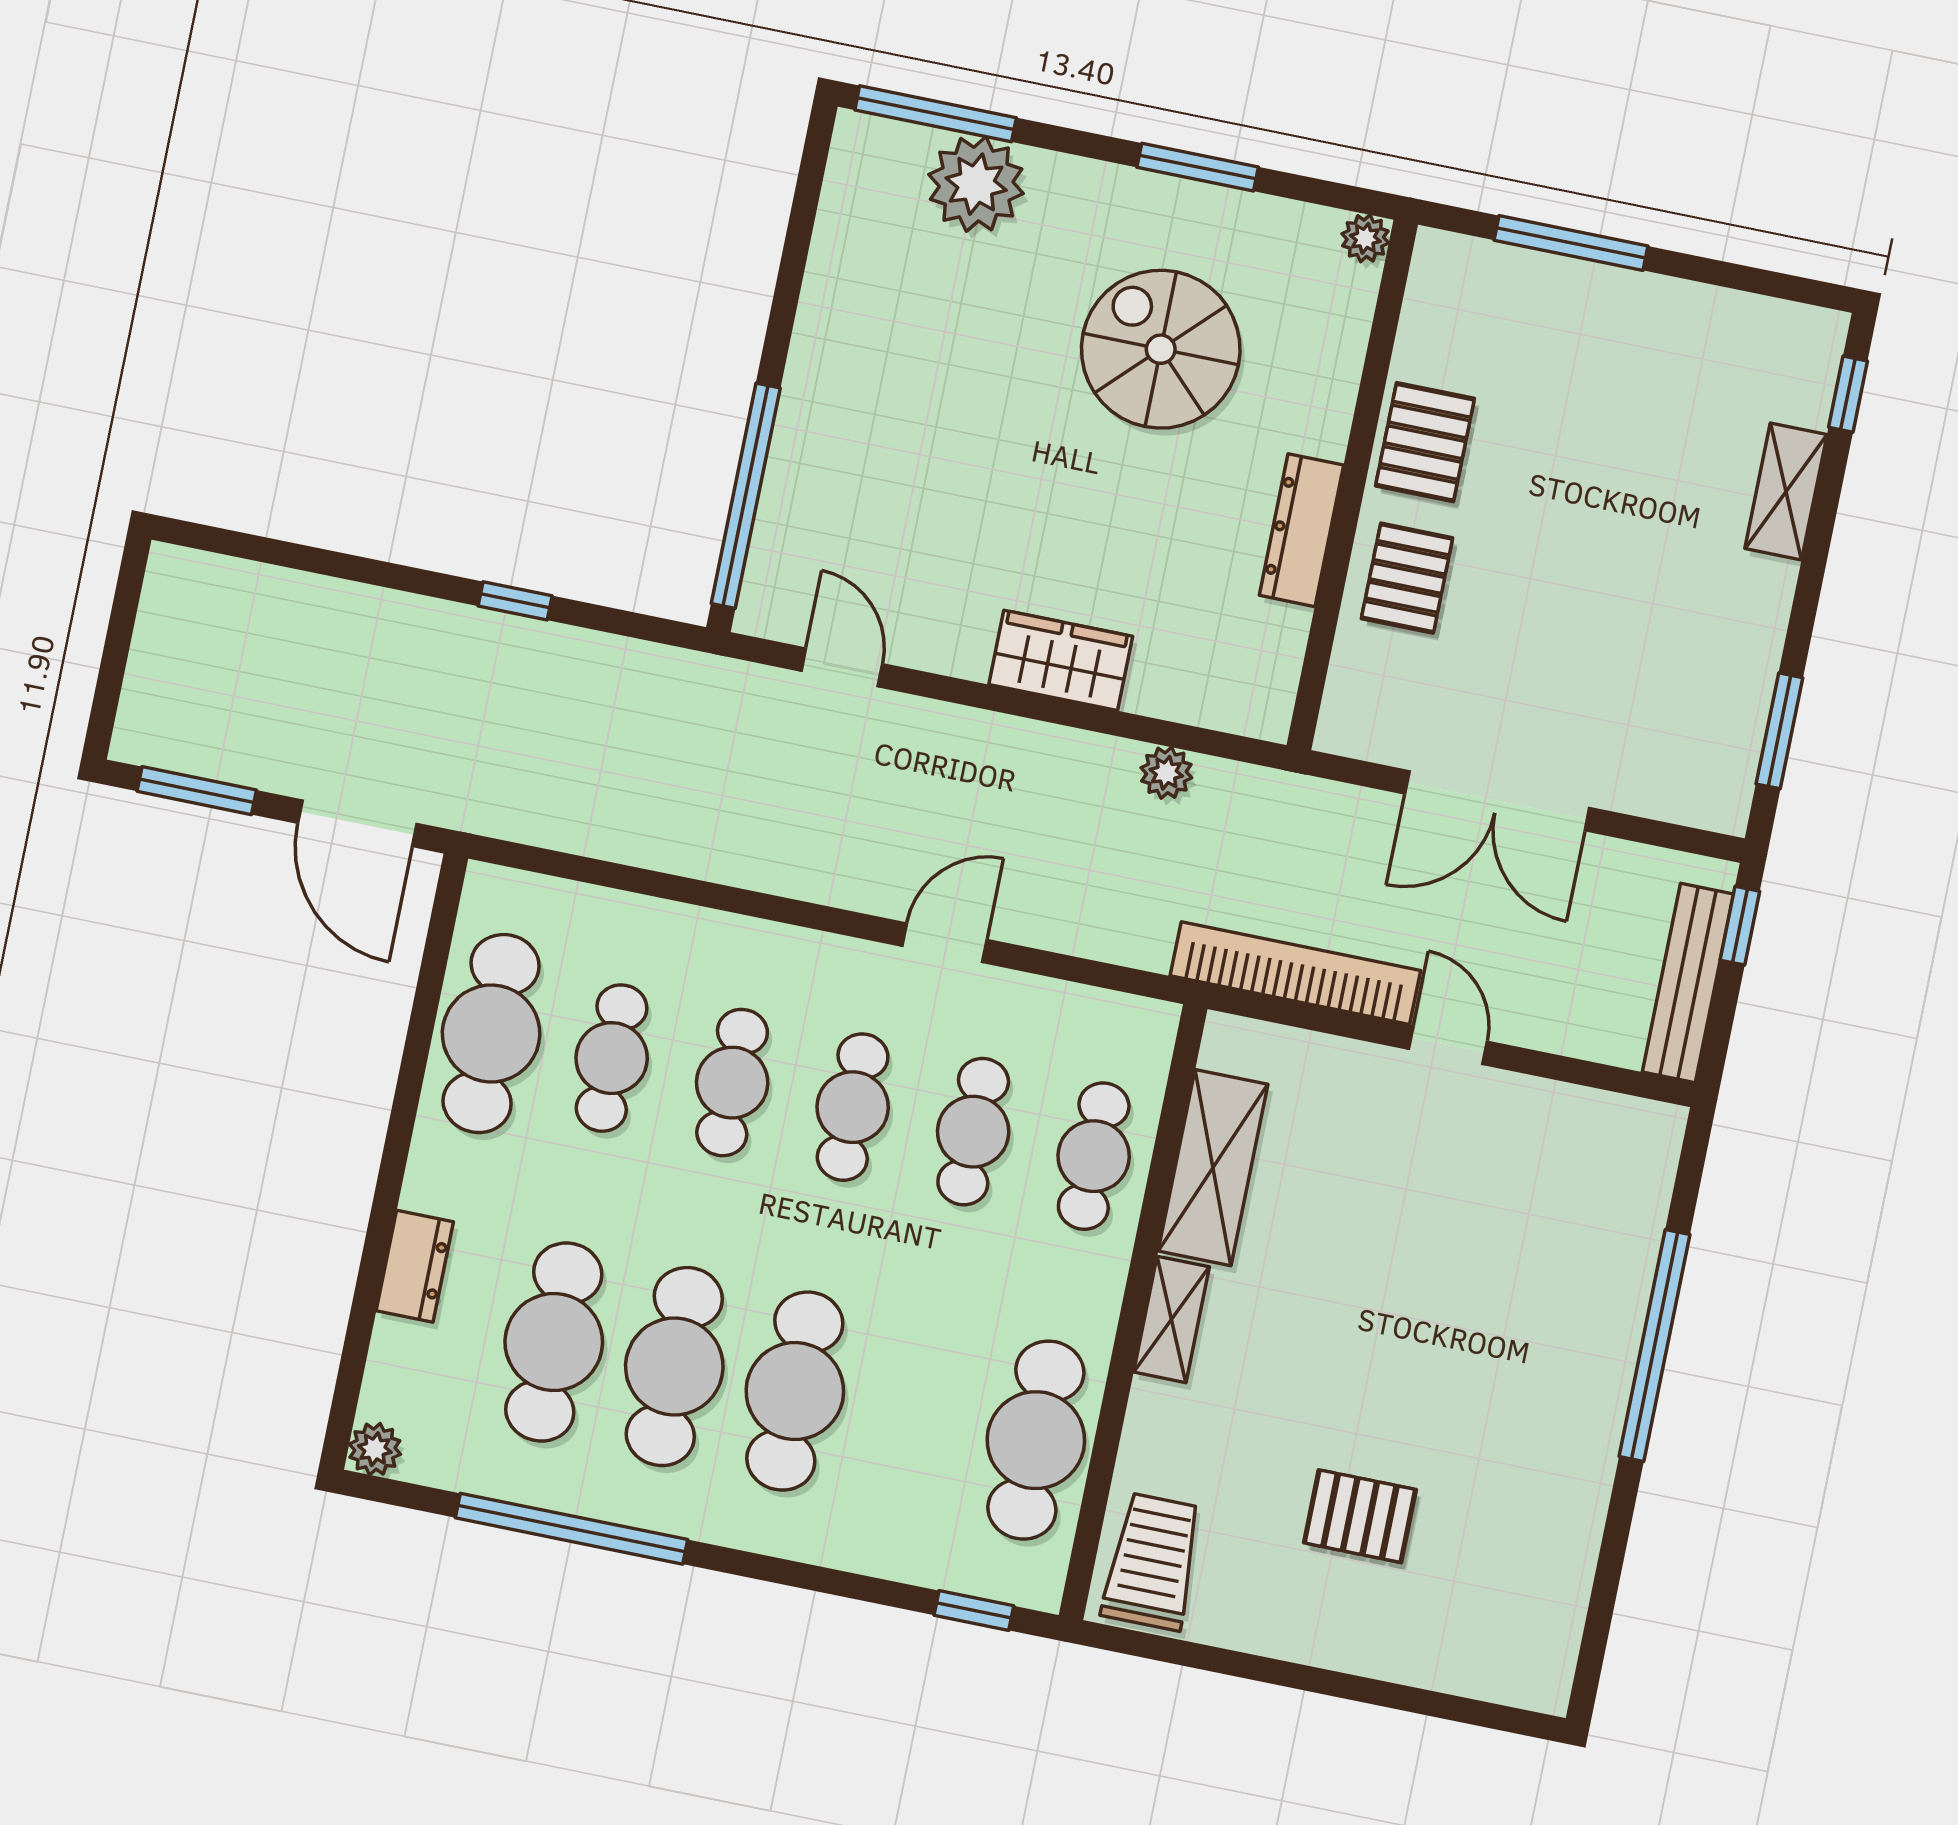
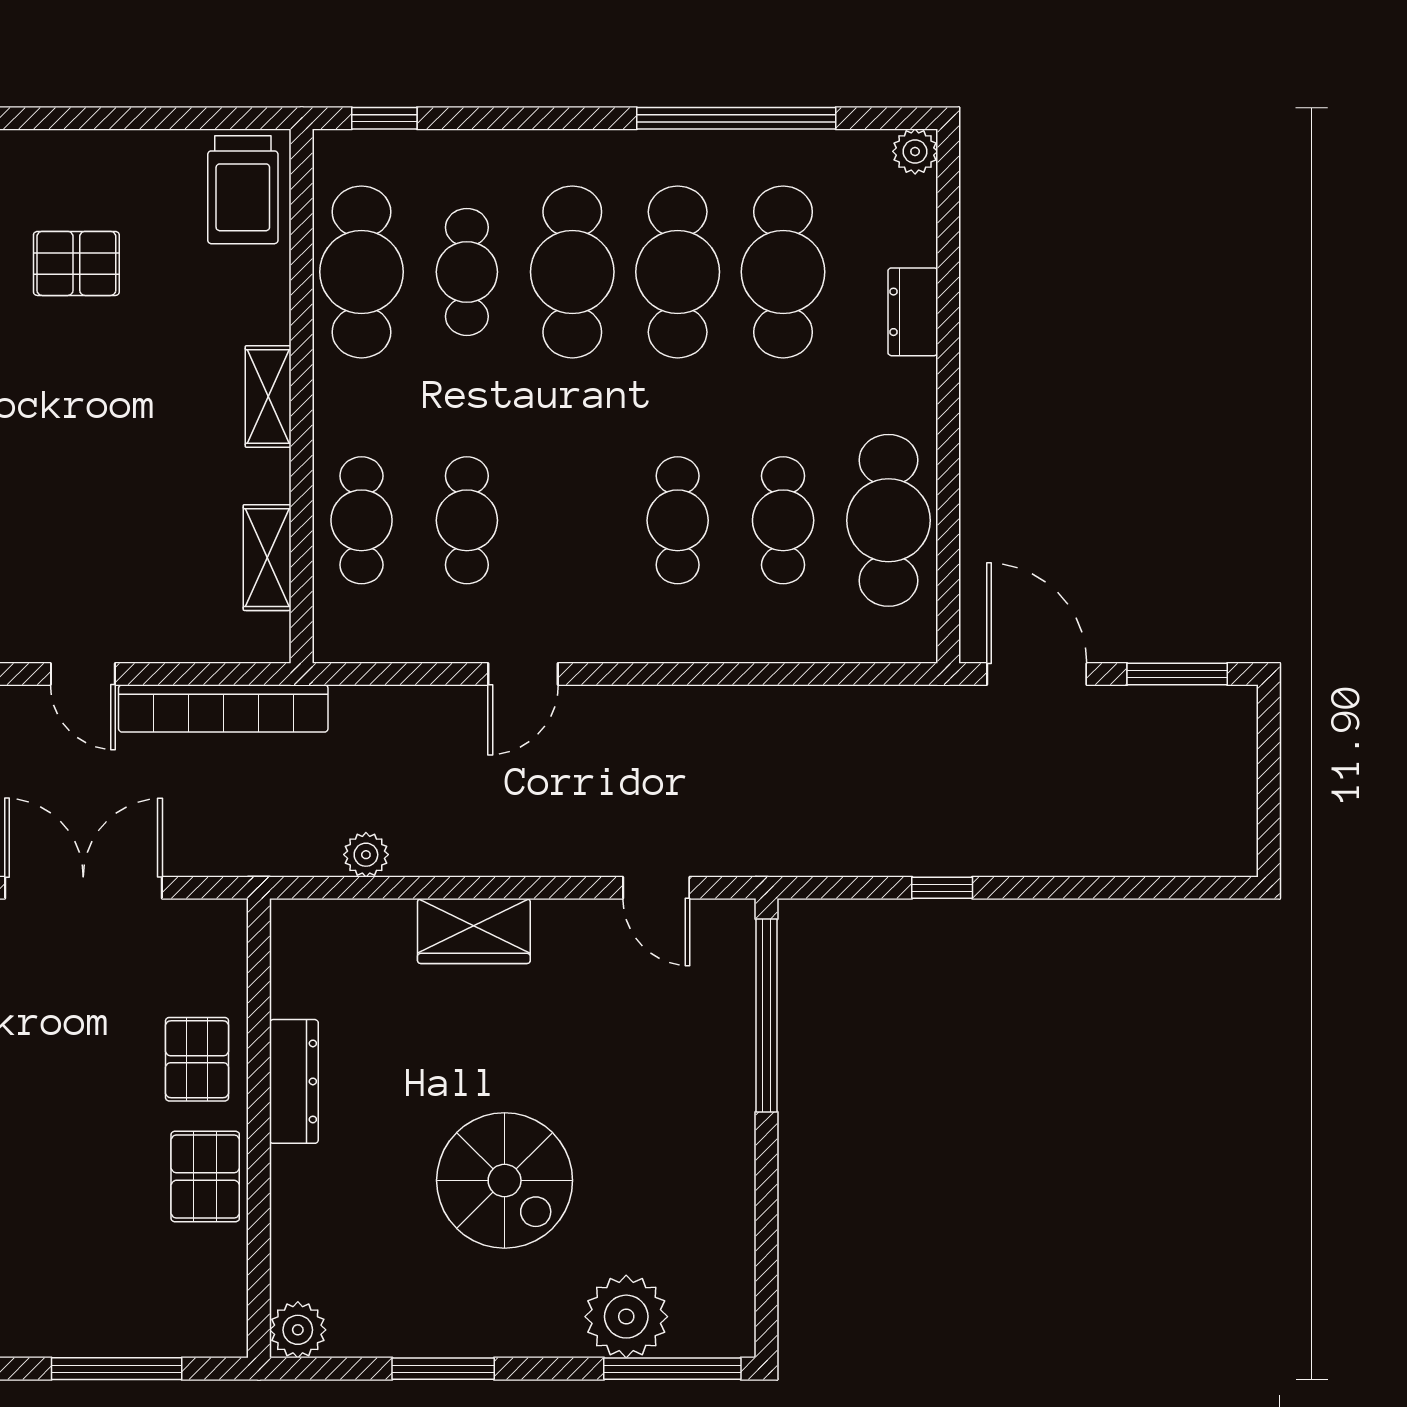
plant: (1365, 238) -> (298, 1330), width x1.38, depth x1.38
spiral stairs: (1161, 349) -> (505, 1180), moved
cafe table: (853, 1107) -> (467, 272), moved
shelving: (1213, 1168) -> (267, 558), width x0.67, depth x0.75

